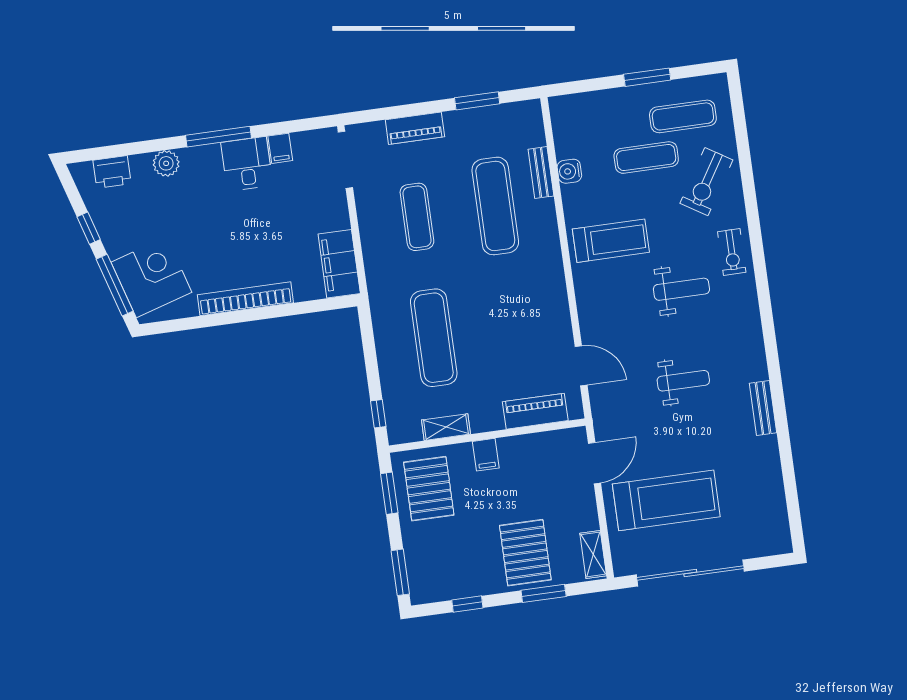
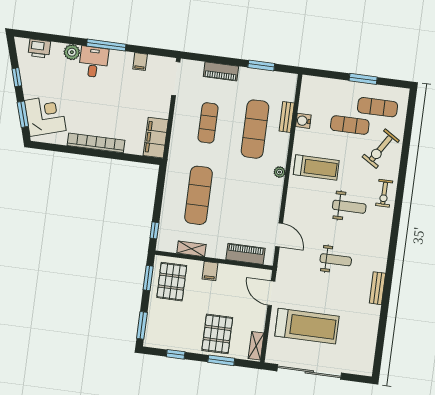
desk: (247, 164) -> (94, 62), moved
plant: (554, 264) -> (280, 172), added
window: (115, 285) -> (23, 114), width x0.69
door: (595, 463) -> (271, 293), swing flipped

